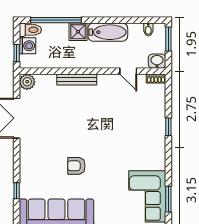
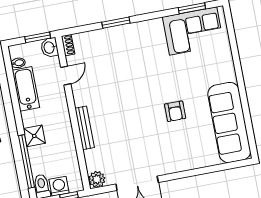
bathtub: (108, 32) -> (26, 89), moved
window: (168, 39) -> (38, 37), moved
window: (168, 127) -> (116, 23), width x1.50
window: (17, 191) -> (213, 169), removed

